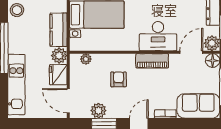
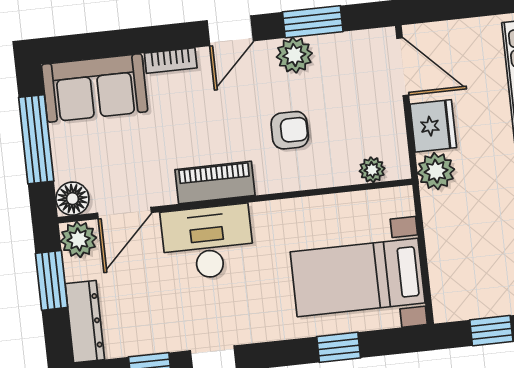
kitchen counter: (59, 30) -> (444, 232), removed
armchair: (119, 79) -> (290, 130), turned -90
plant: (98, 111) -> (294, 55), moved

